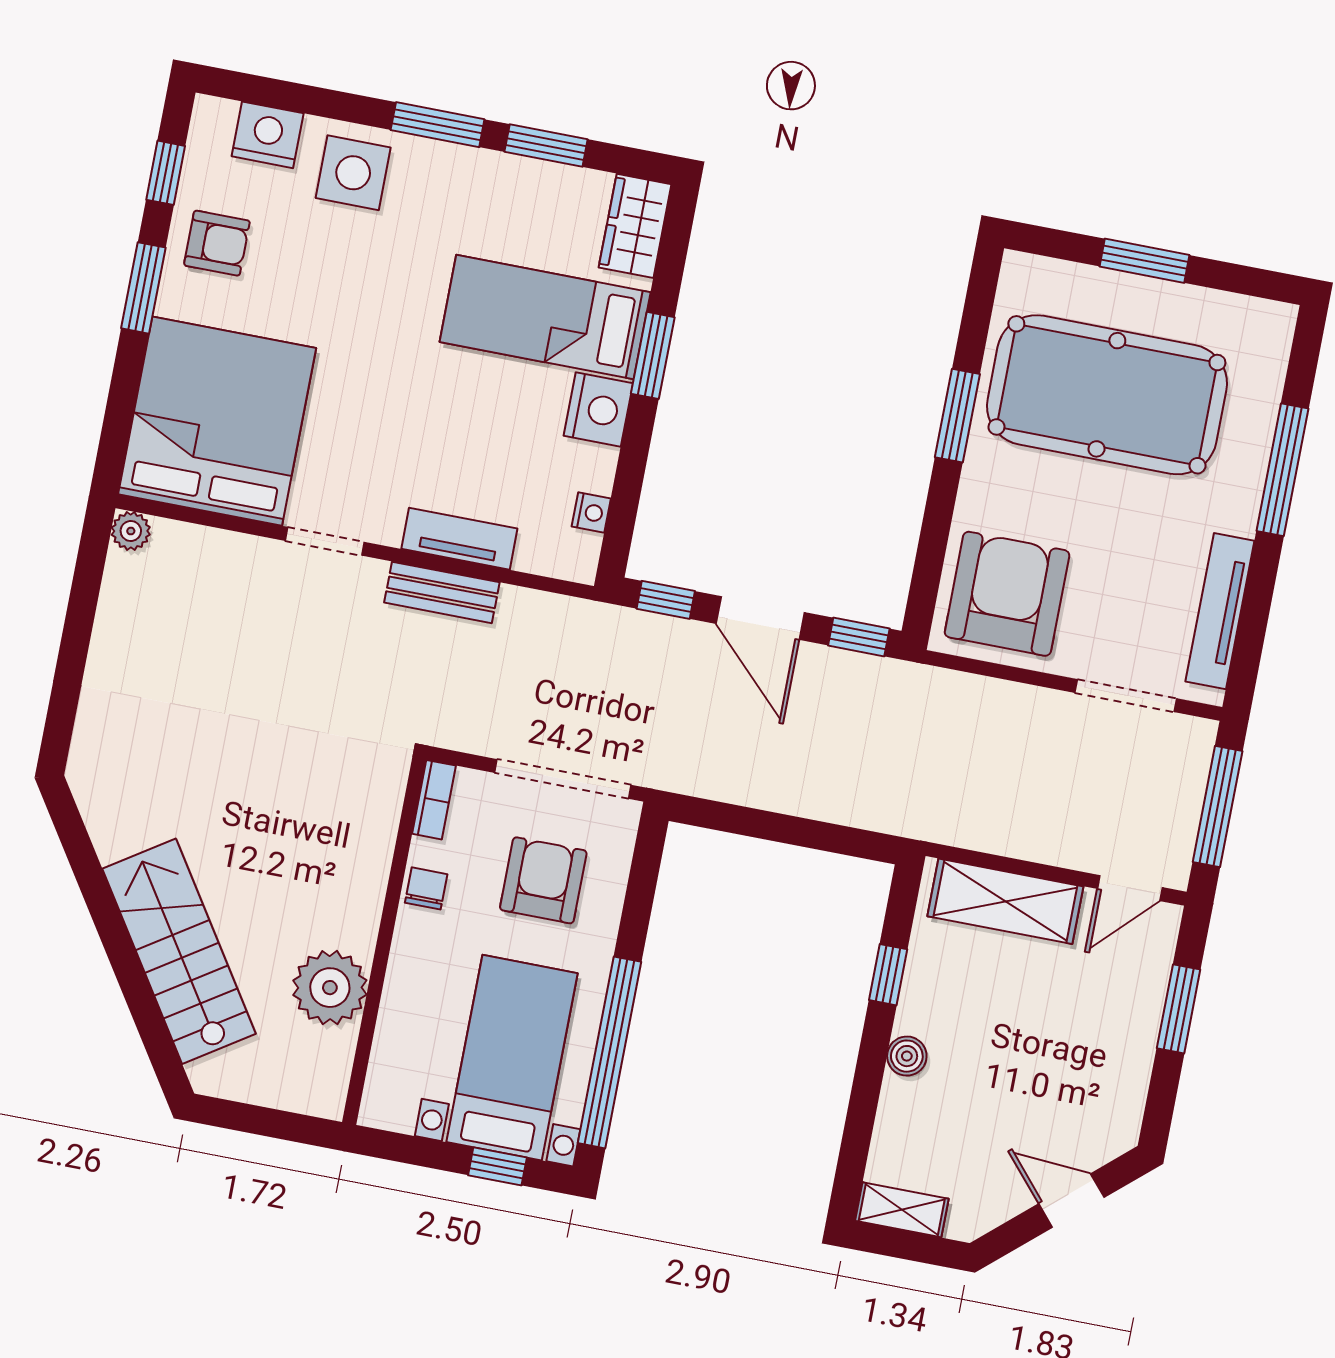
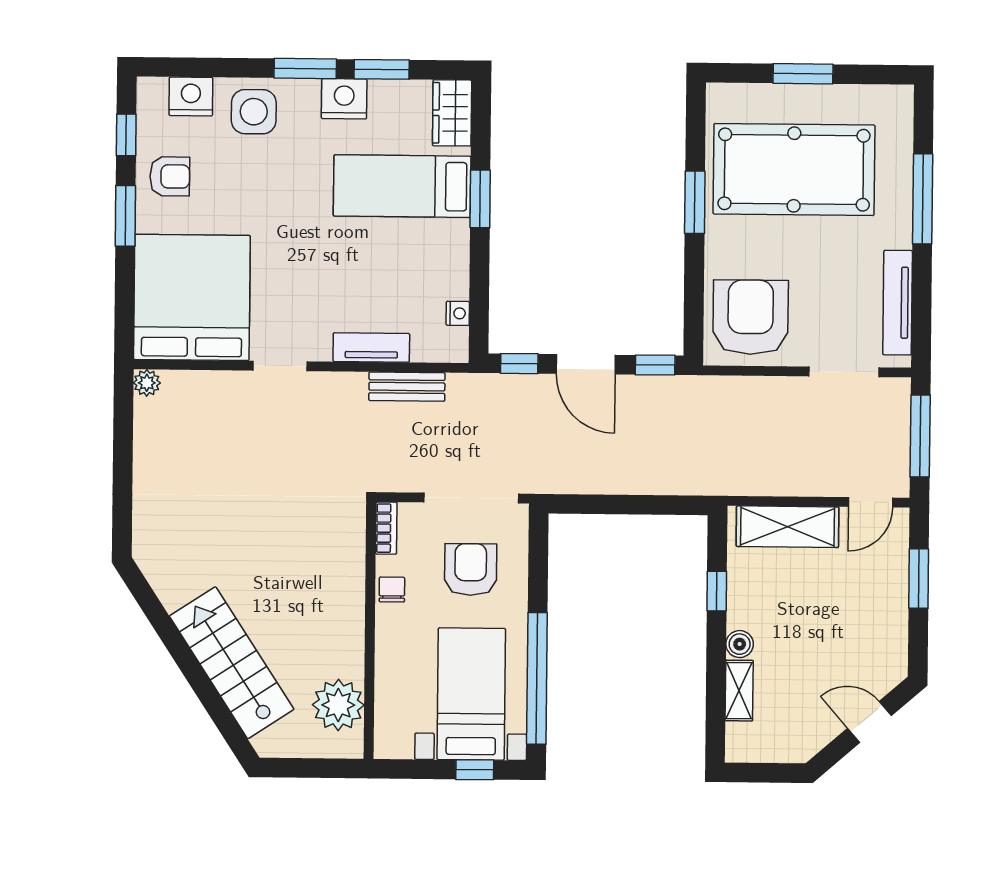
nightstand: (598, 410) -> (344, 99), moved, turned -90
bench: (442, 592) -> (407, 387), moved
plant: (330, 988) -> (338, 705), moved
shelving: (902, 1210) -> (739, 691), moved, turned 90

